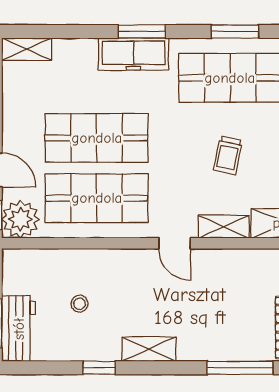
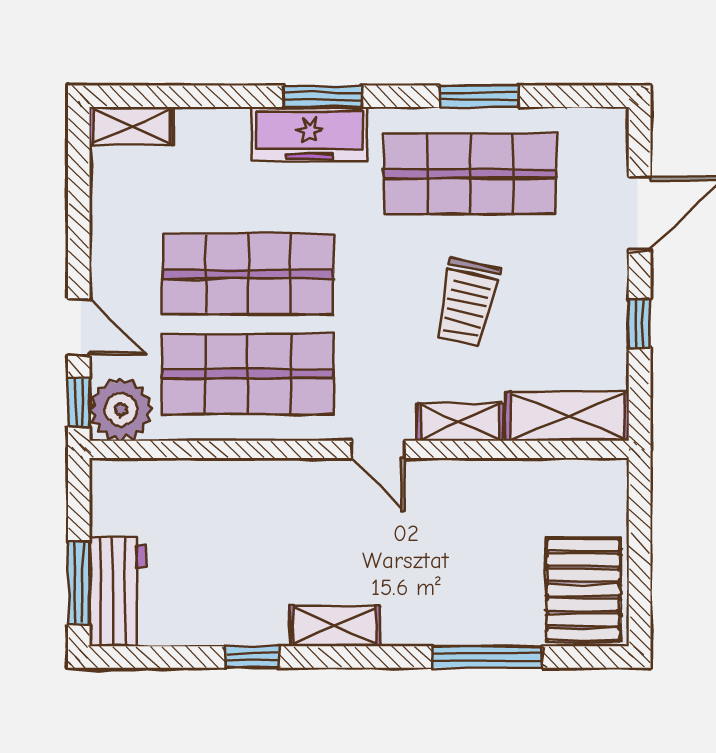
trolley: (228, 155) -> (467, 303), width x1.36, depth x1.39
stool: (80, 304) -> (220, 550), removed

